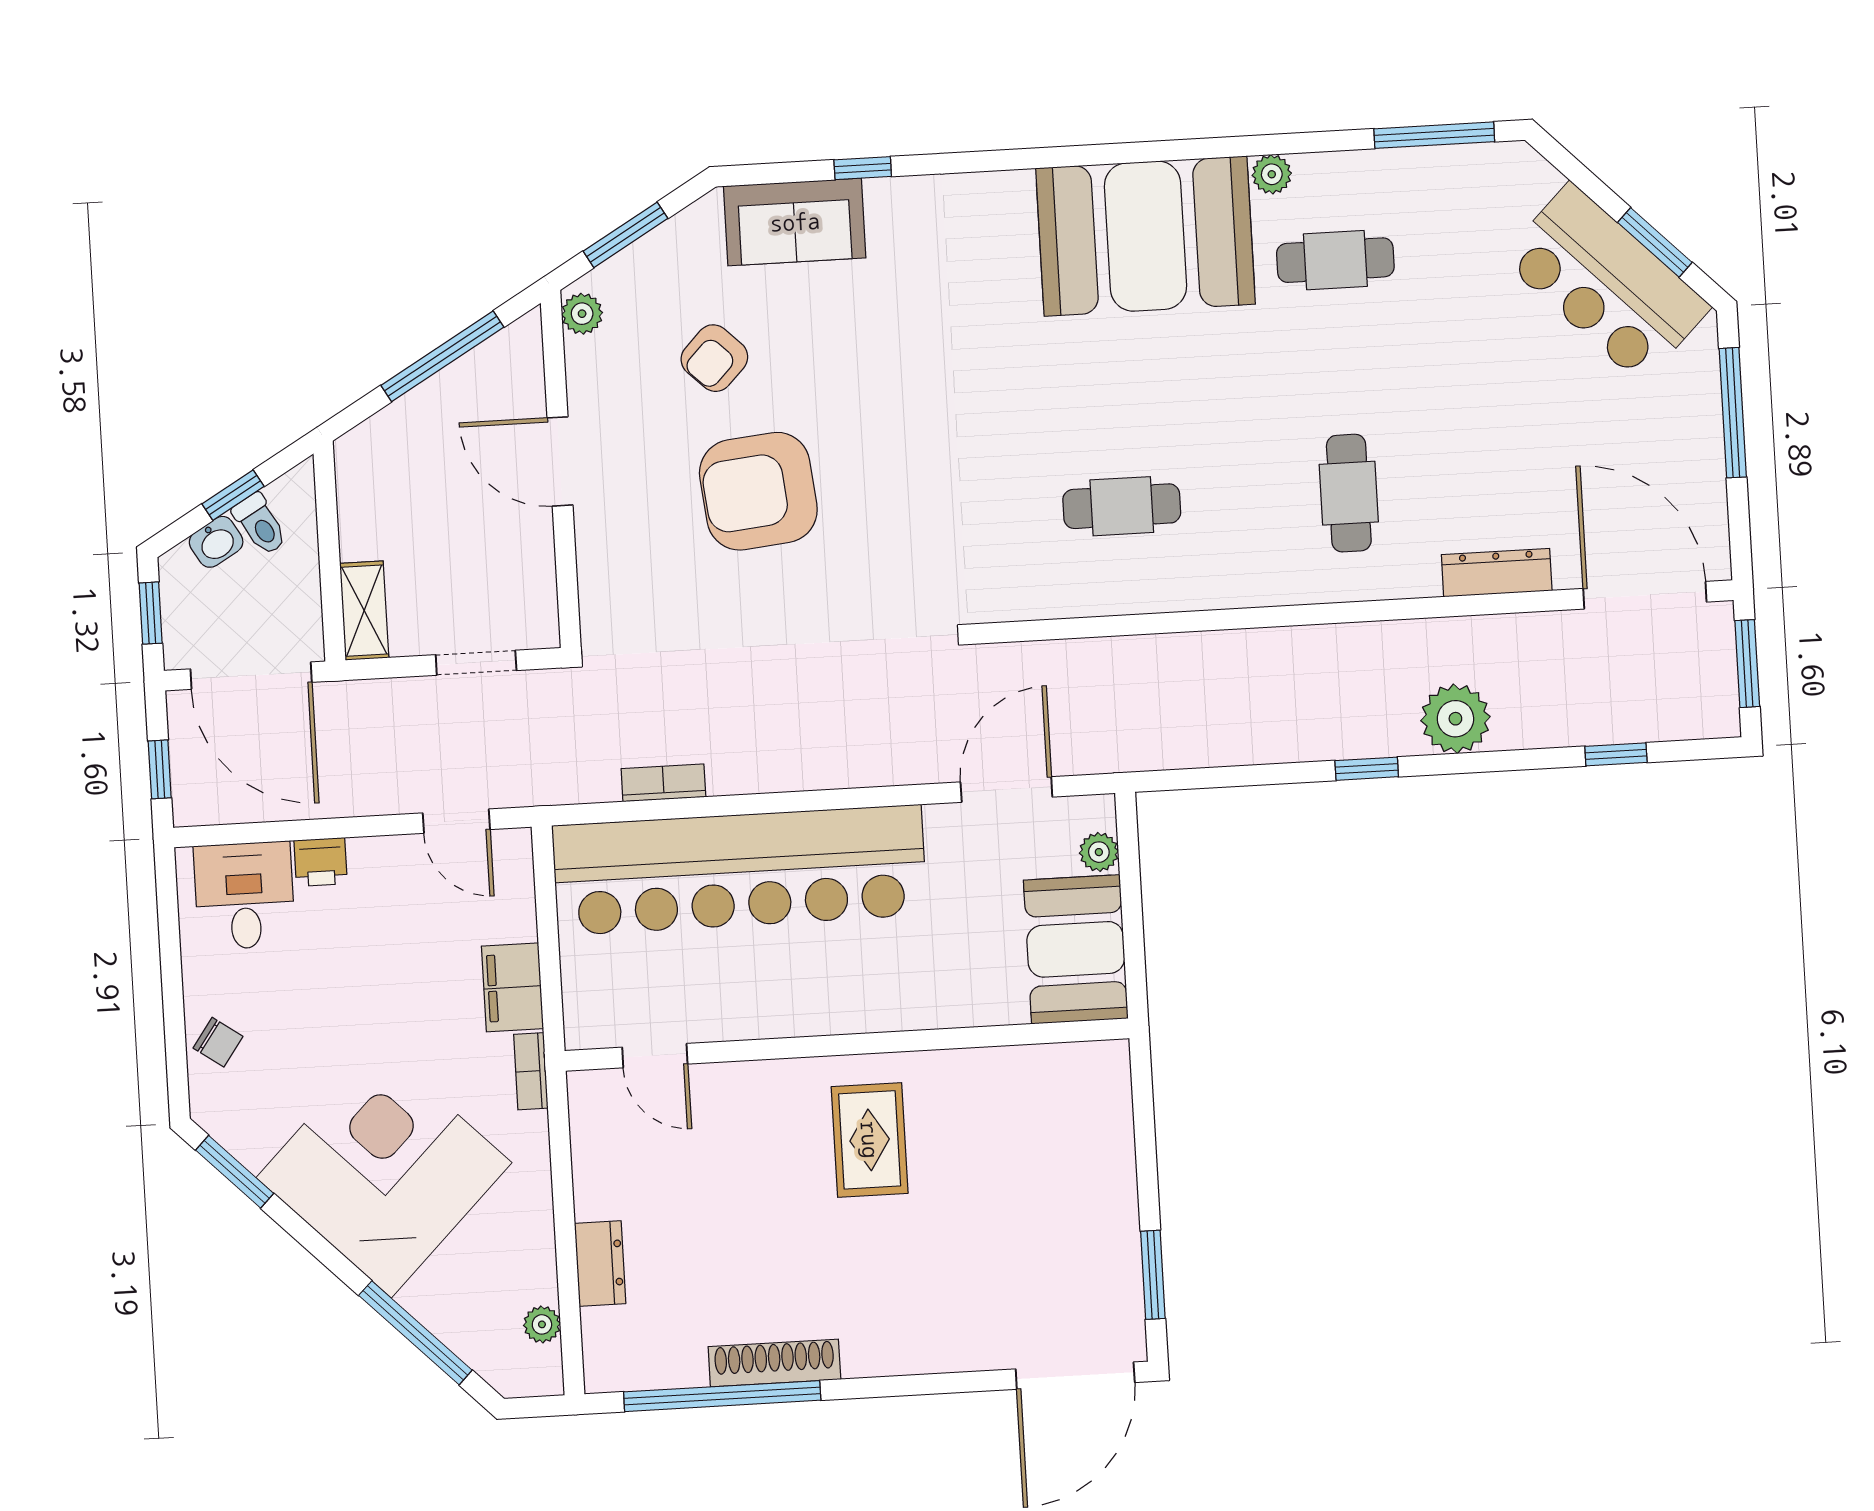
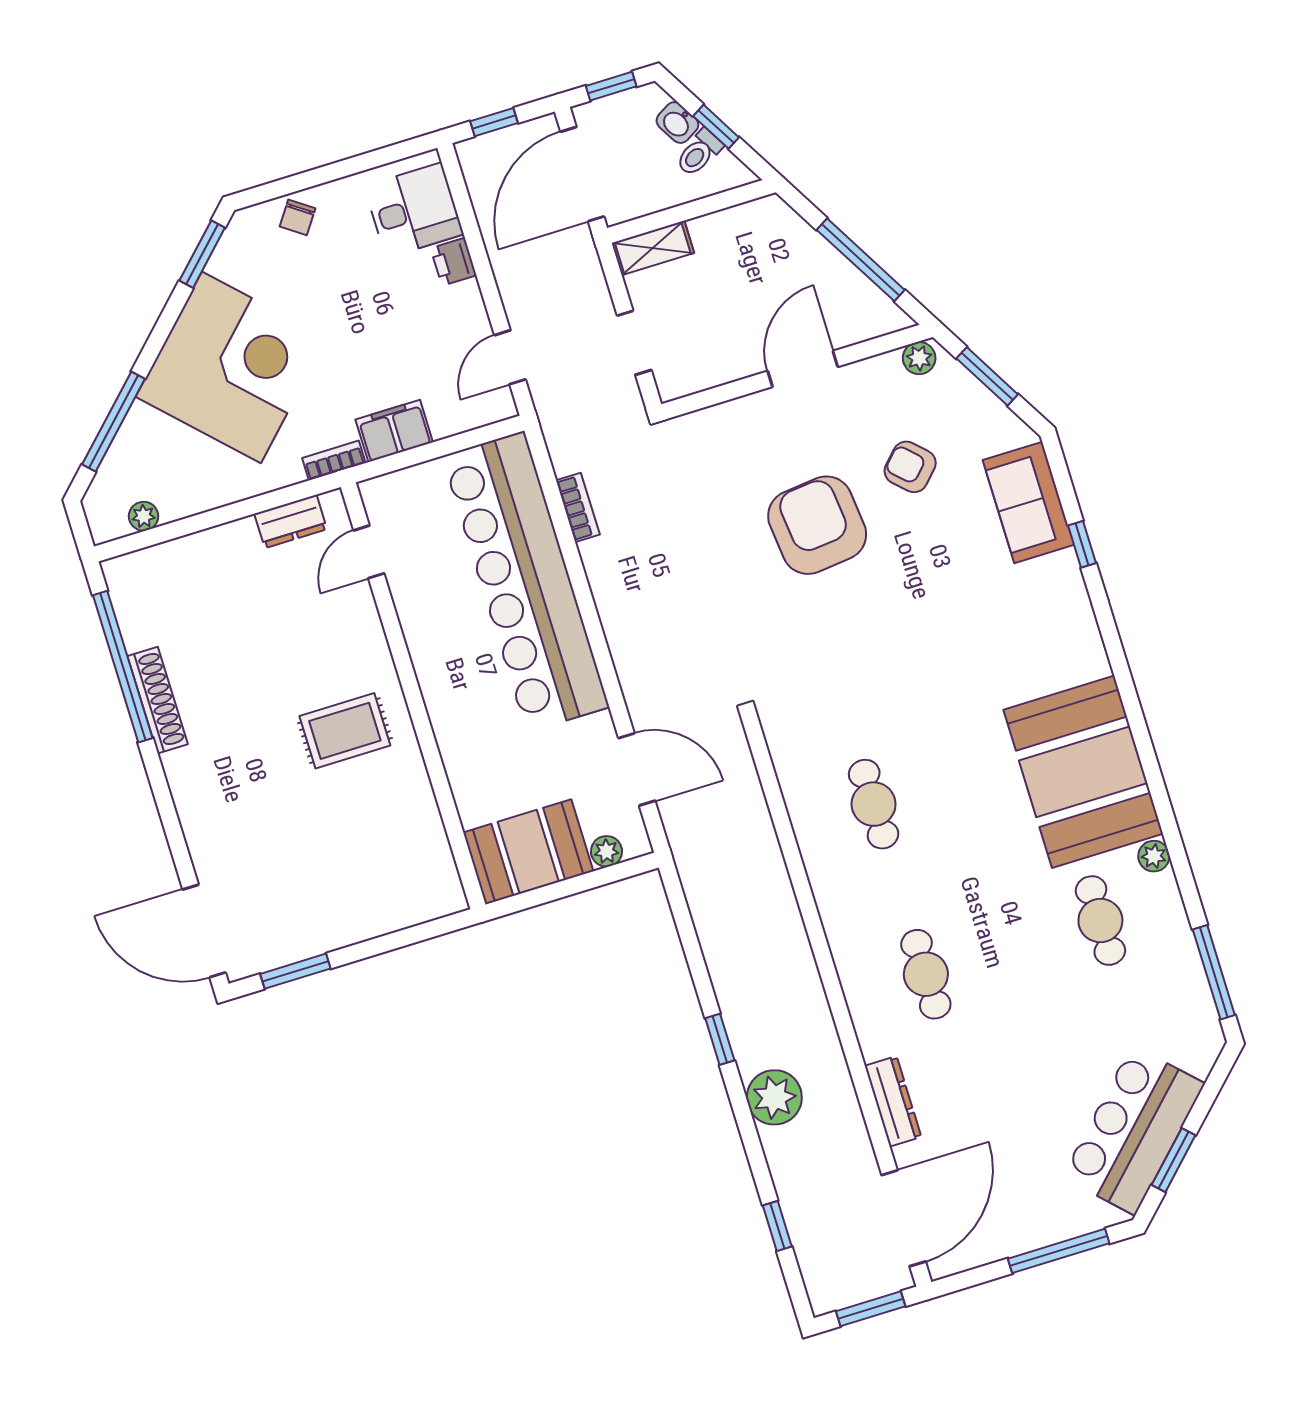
cafe table: (1349, 493) -> (926, 974), turned 90
dresser: (600, 1263) -> (291, 521), moved

